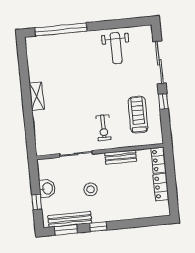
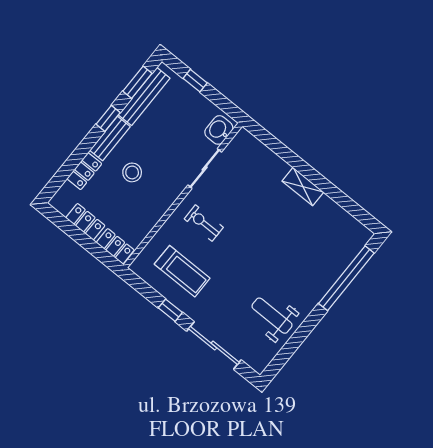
bench: (121, 157) -> (110, 139), moved
washbasin: (47, 188) -> (219, 130), moved, turned 90
stool: (91, 189) -> (132, 172), moved
locker: (136, 213) -> (84, 171), added

